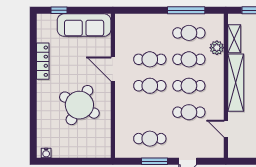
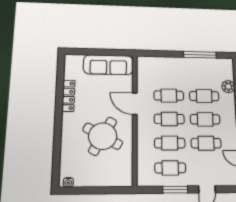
window: (59, 10) -> (86, 52), removed
cafe table: (189, 33) -> (170, 143), moved

